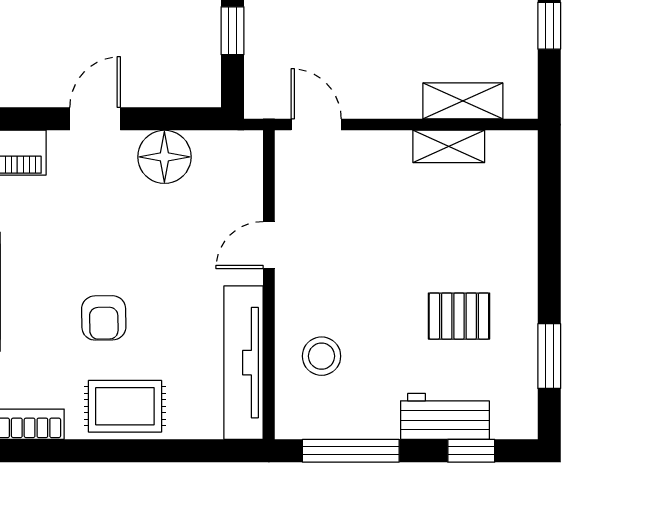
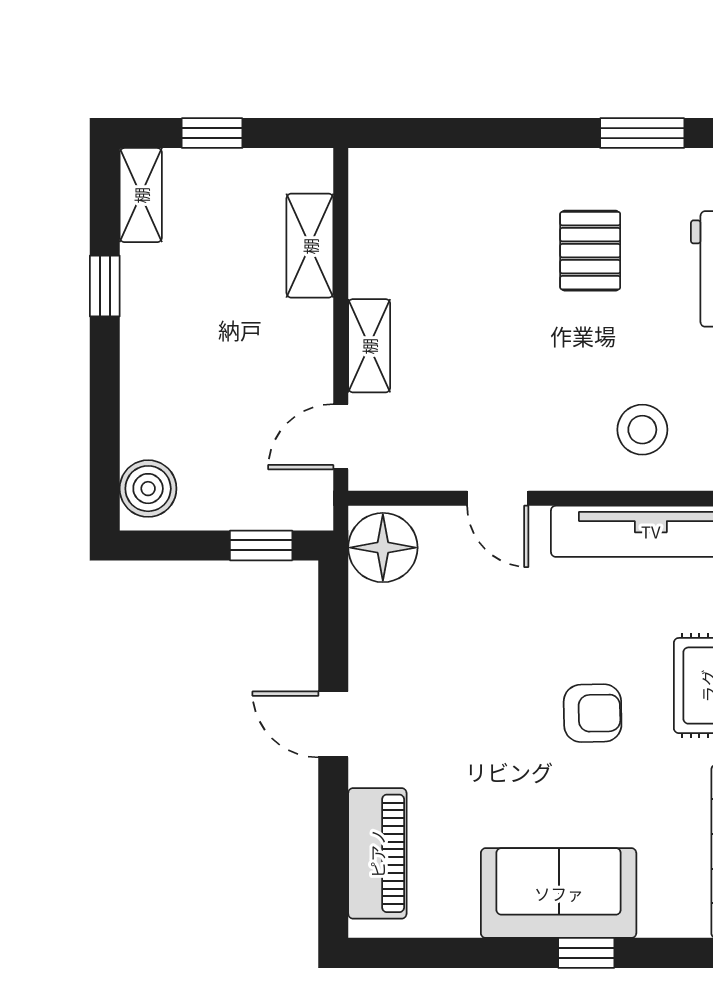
window: (233, 31) -> (261, 545), moved
shelving: (449, 146) -> (369, 346), moved
floor lamp: (164, 157) -> (383, 548), moved

